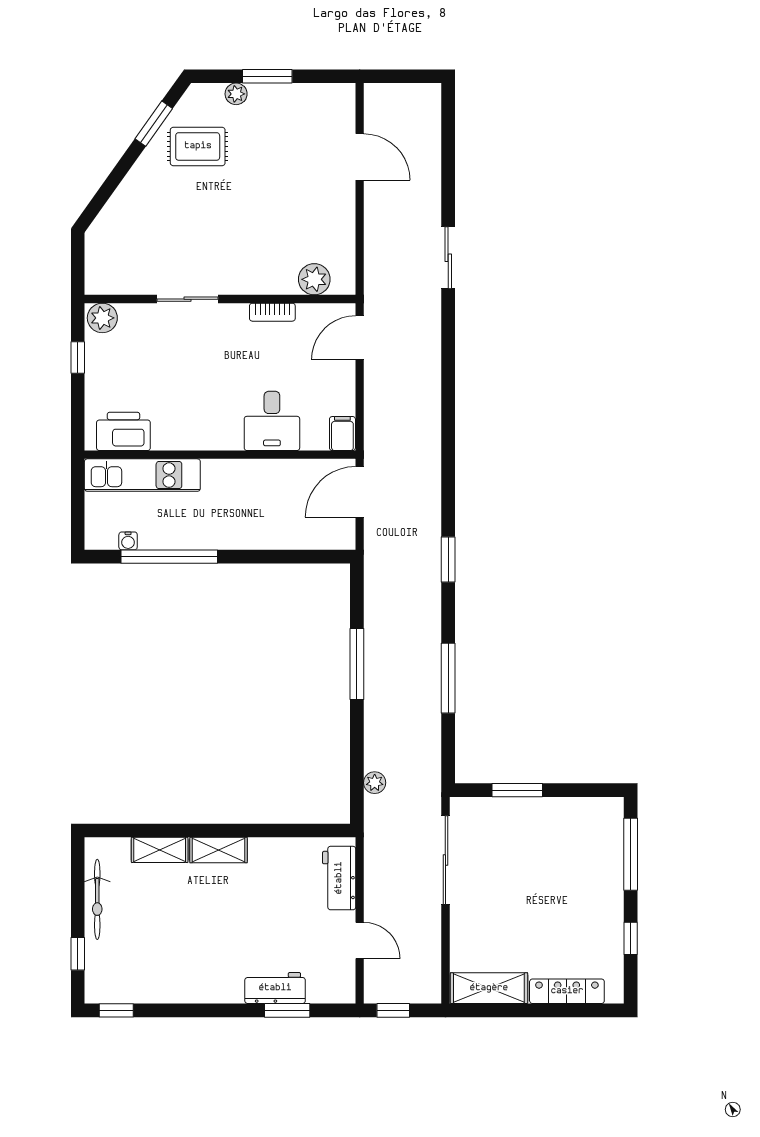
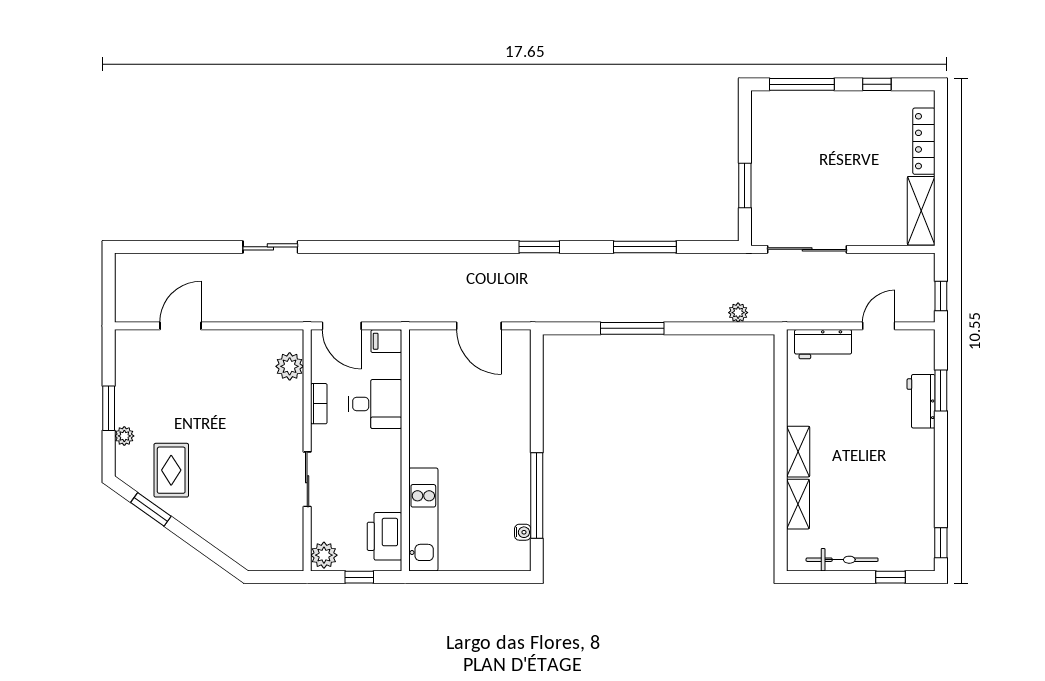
desk: (272, 421) -> (375, 404), moved
printer: (123, 431) -> (384, 536), moved
filing cabinet: (342, 434) -> (386, 341), moved
wall: (220, 455) -> (405, 450), moved
kitchen unit: (142, 475) -> (423, 519), moved

